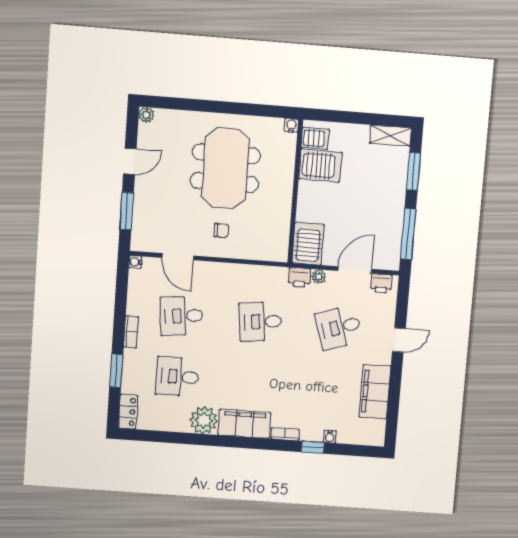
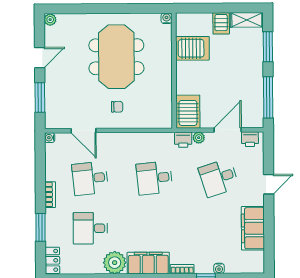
server rack: (315, 138) -> (221, 23), moved, turned 90

